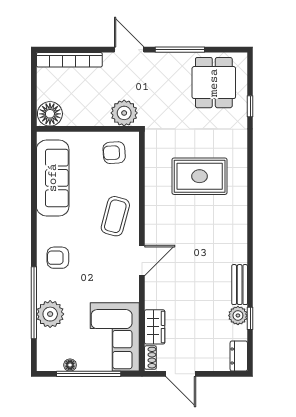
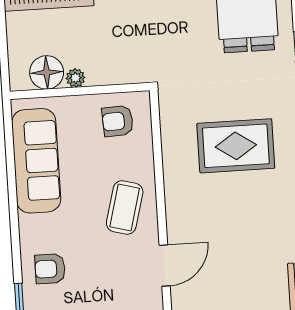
plant: (124, 113) -> (75, 78), moved, width x0.53, depth x0.53
floor lamp: (50, 114) -> (47, 72), moved

